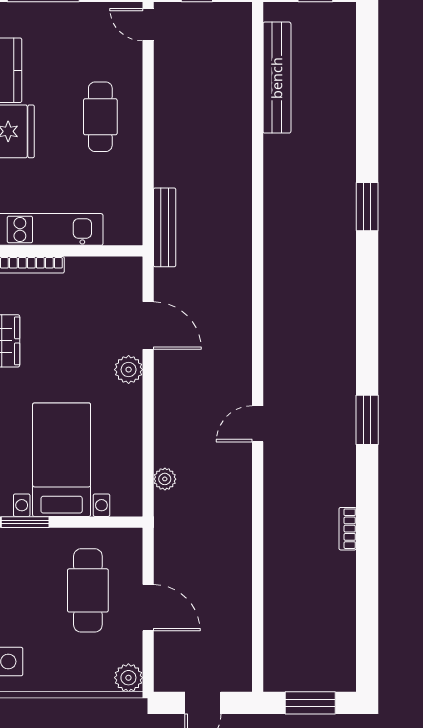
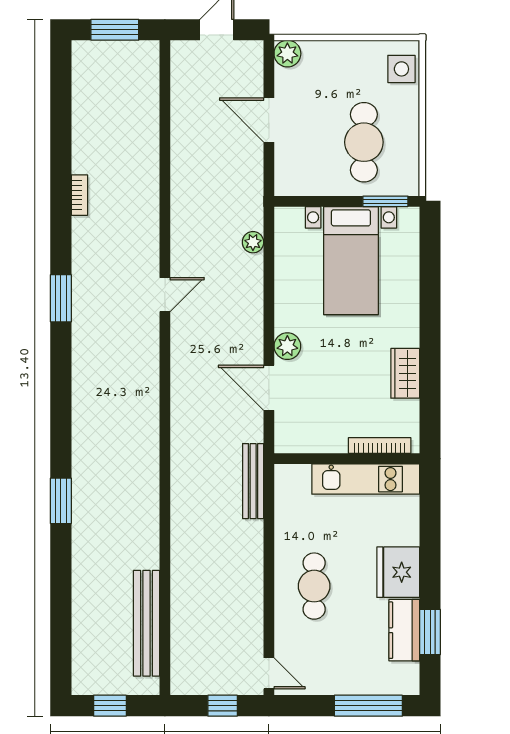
cafe table: (88, 590) -> (364, 142), moved

